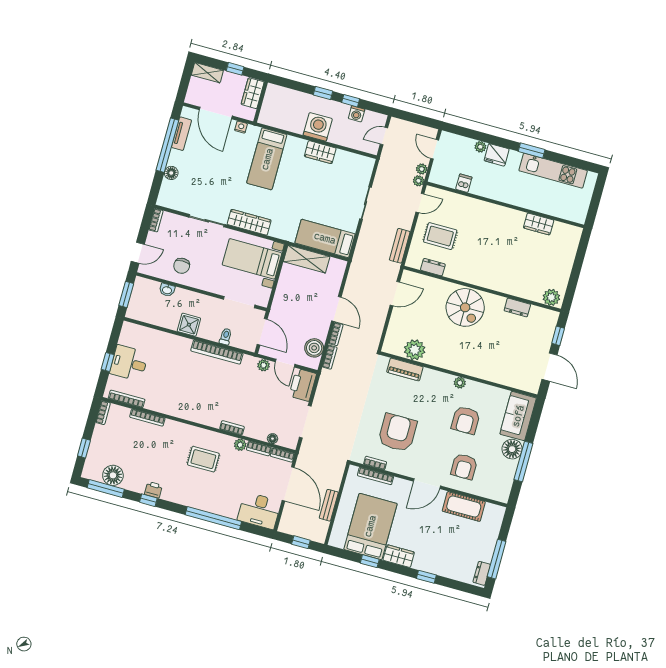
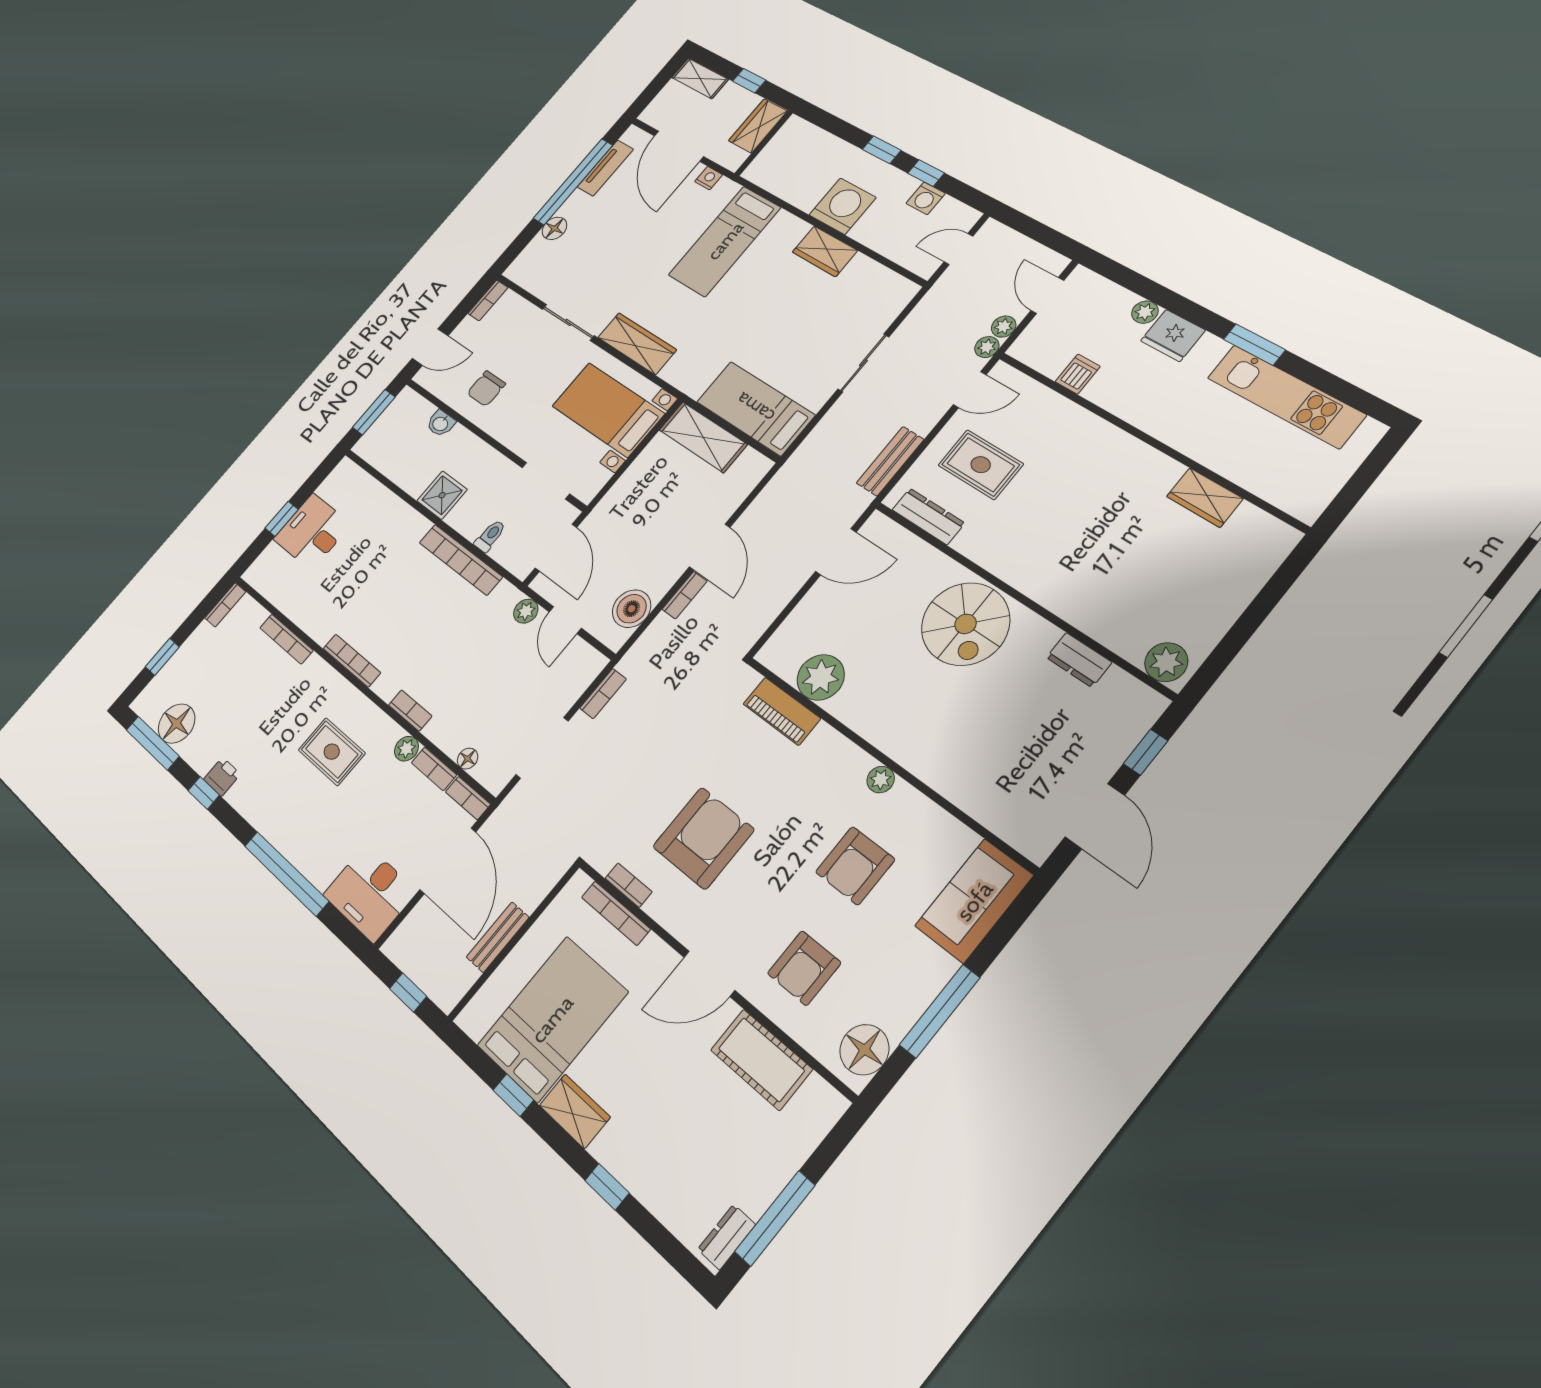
dresser: (433, 267) -> (928, 516), width x1.44
bookcase: (330, 357) -> (603, 694), moved
printer: (303, 385) -> (575, 673), removed
bookcase: (127, 399) -> (352, 661), moved
floor lamp: (512, 449) -> (864, 1050), moved

